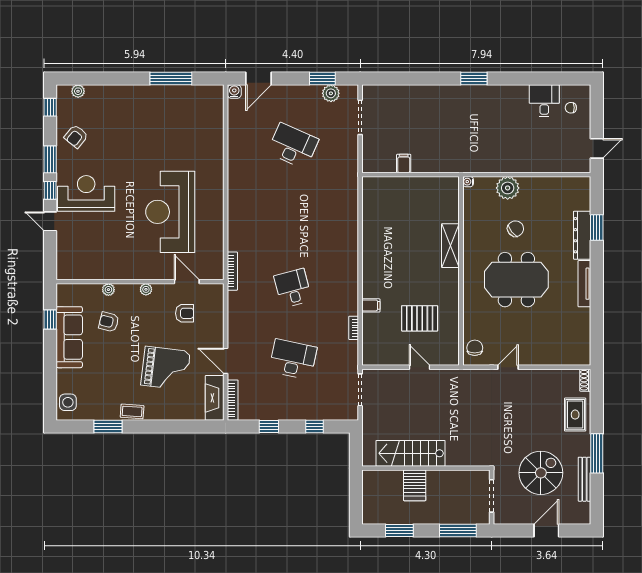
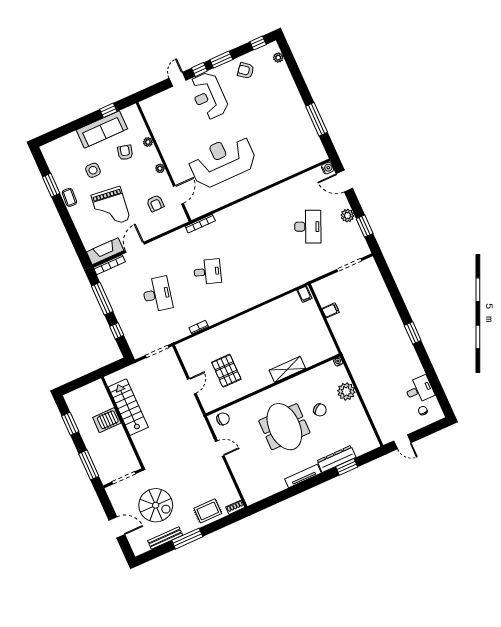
plant: (331, 93) -> (347, 216), moved
reception desk: (86, 193) -> (209, 96), turned 180
desk: (293, 288) -> (207, 272), turned 33
filing cabinet: (371, 305) -> (304, 294), moved
side table: (68, 402) -> (93, 170), moved
window: (269, 427) -> (102, 299), width x2.17

